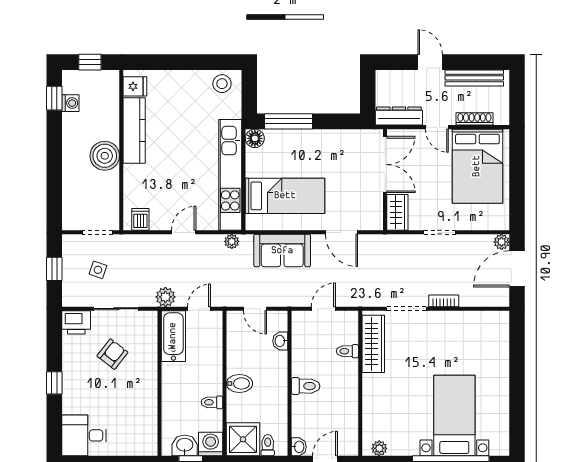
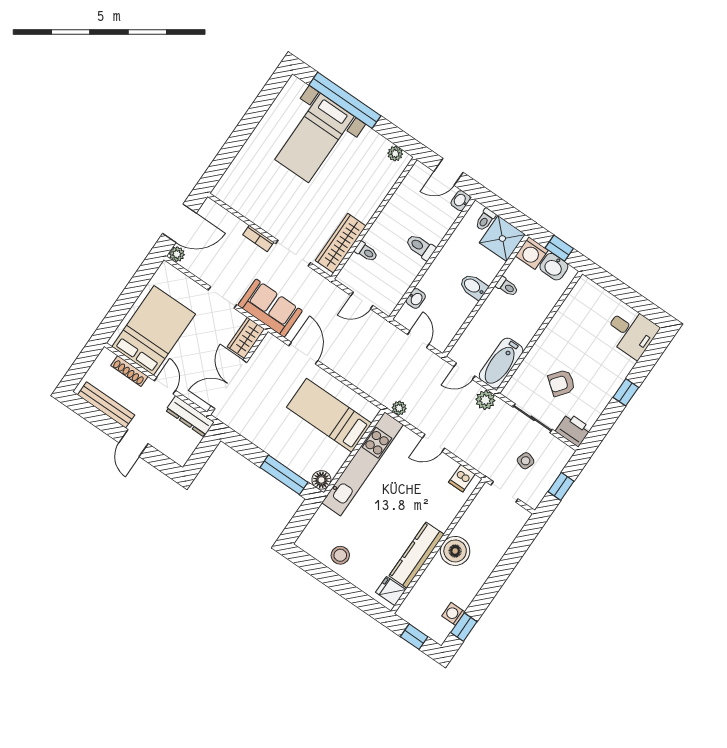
stool: (222, 84) -> (340, 555), moved
sofa: (282, 251) -> (270, 308), moved

